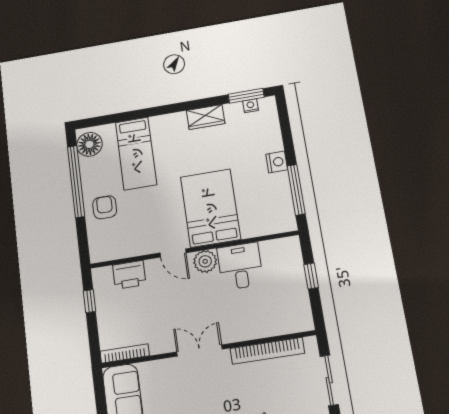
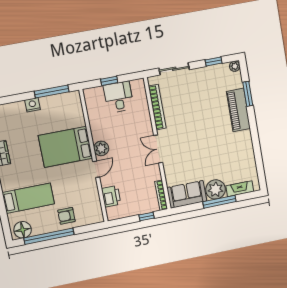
desk: (240, 266) -> (119, 97), moved, turned 90
window: (89, 301) -> (147, 216), moved

